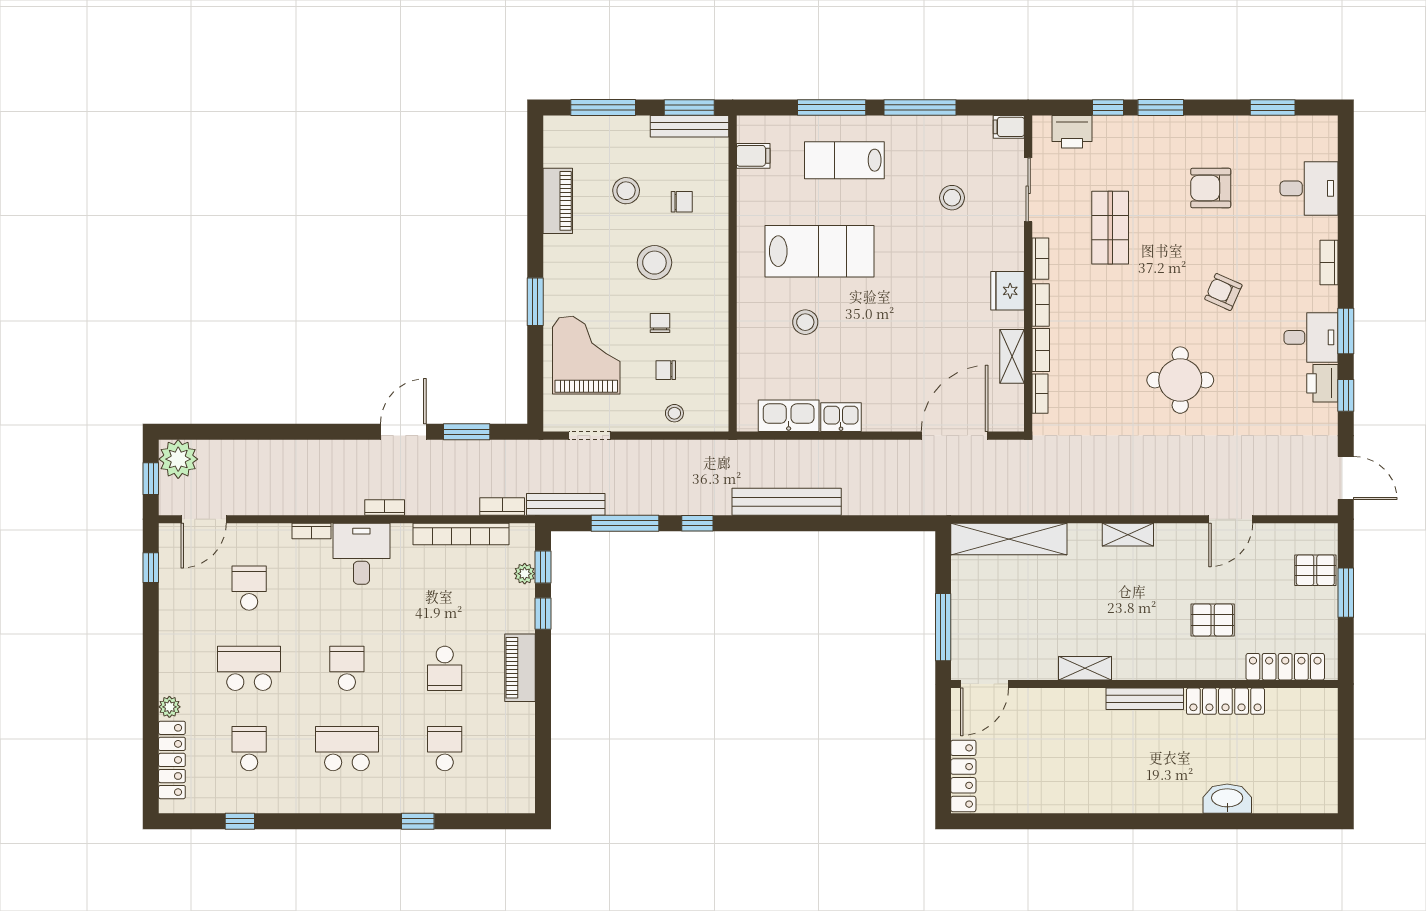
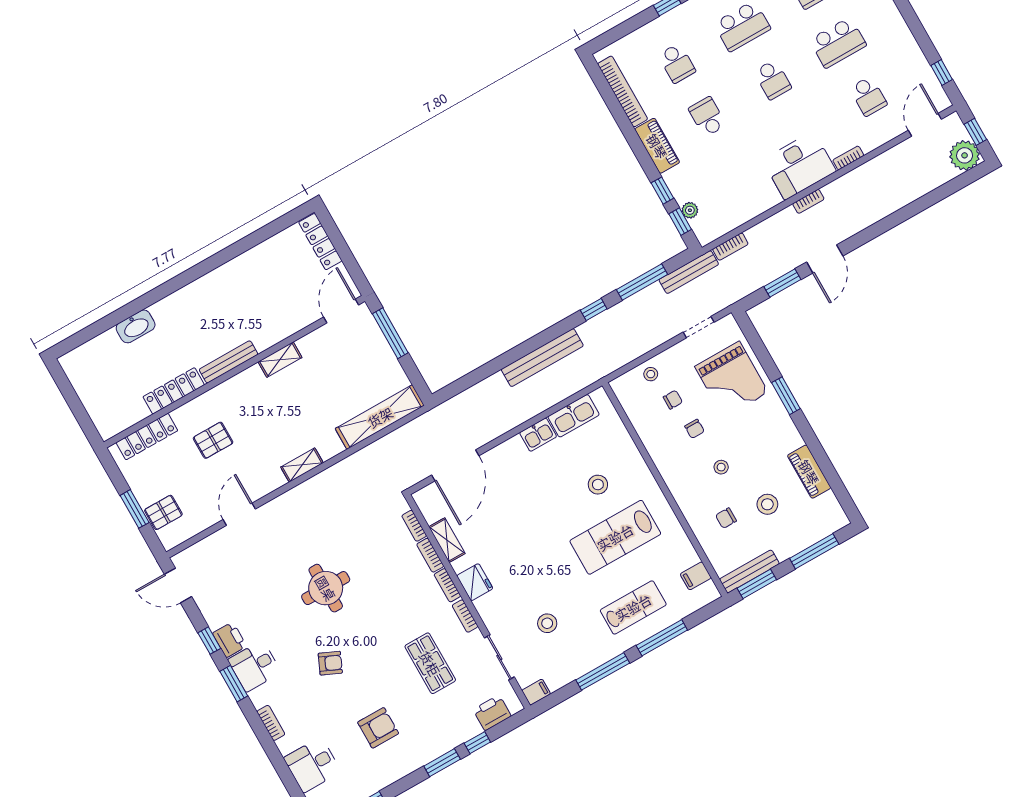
stool: (654, 263) -> (721, 467), width x0.53, depth x0.53
bookcase: (461, 534) -> (623, 91), moved, turned 90
desk: (361, 554) -> (799, 166), width x1.37

